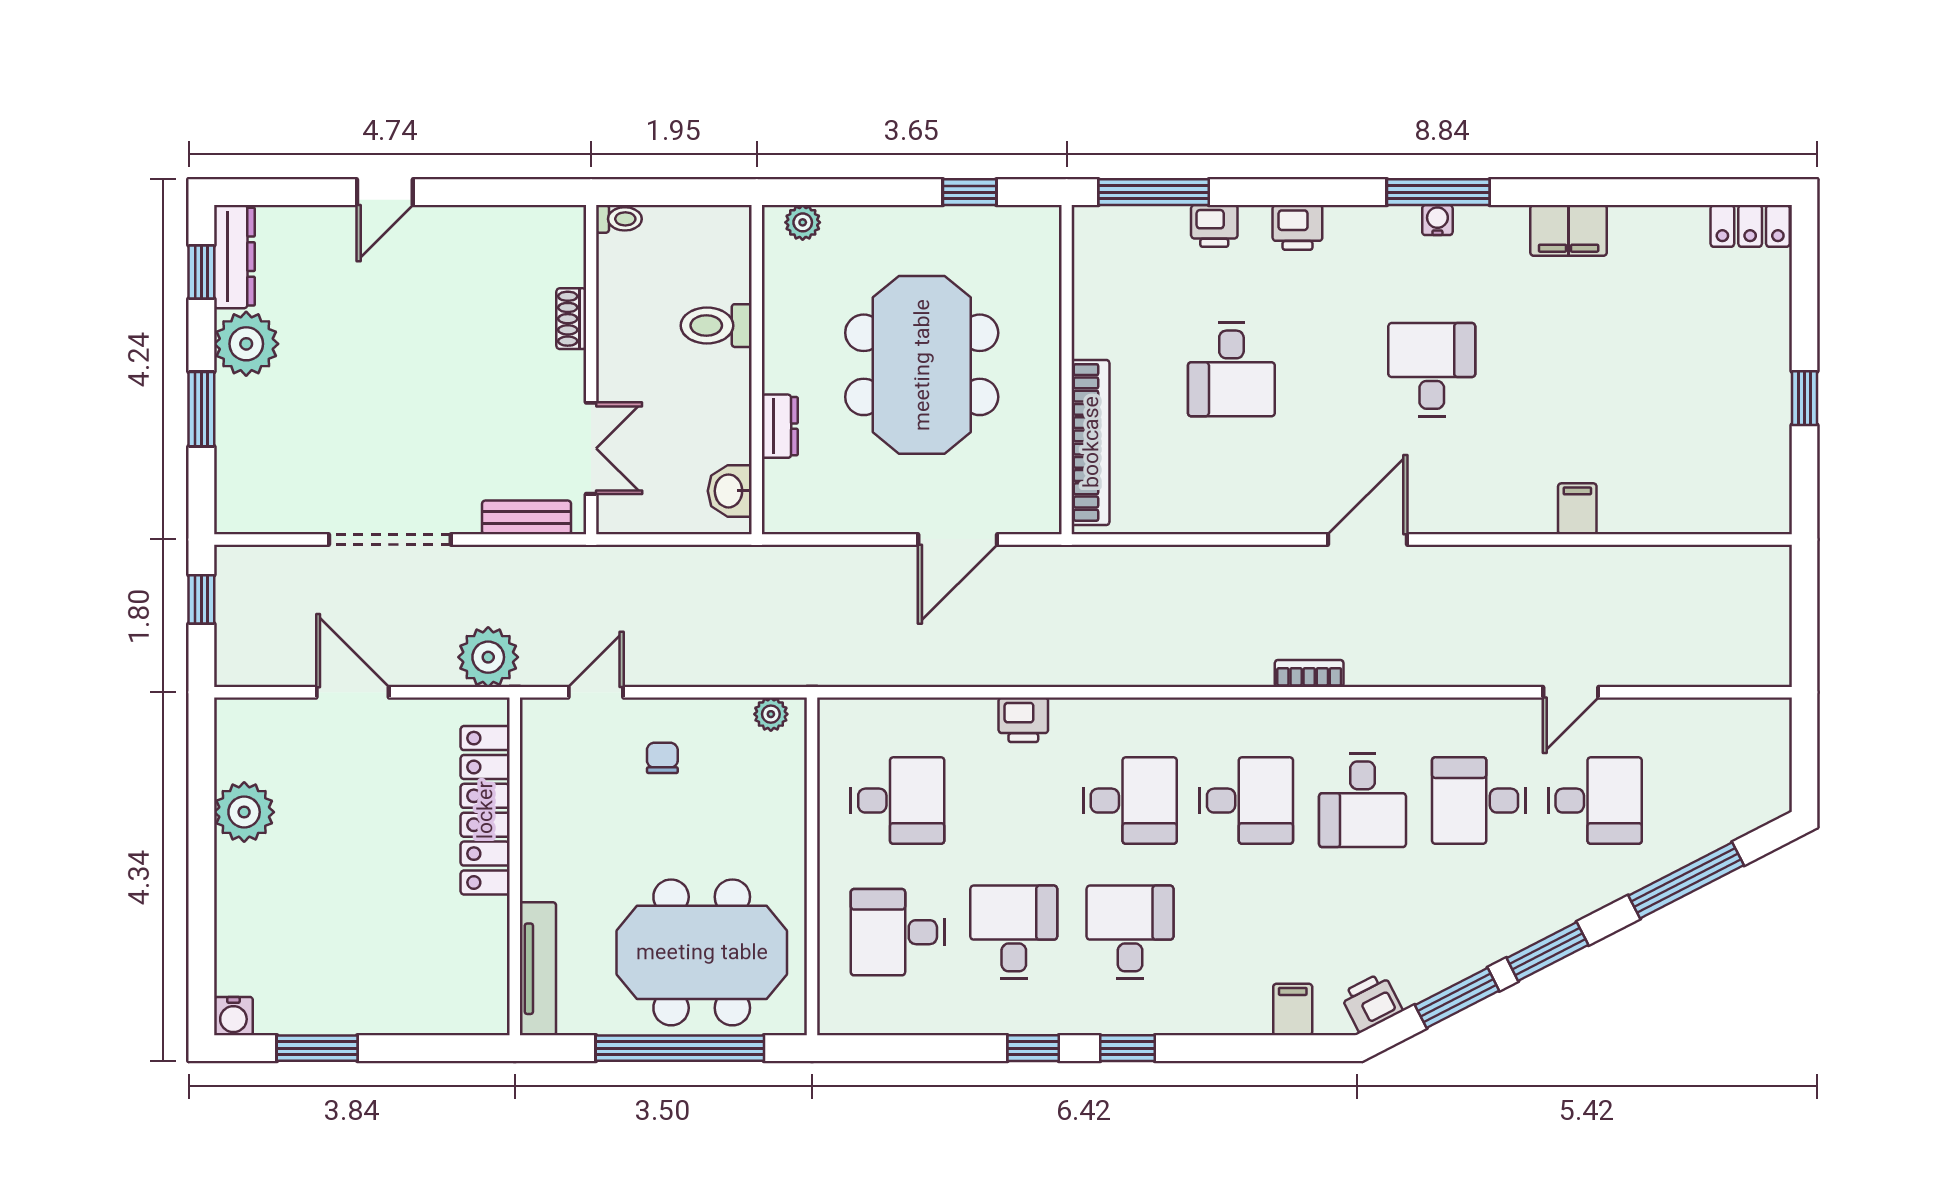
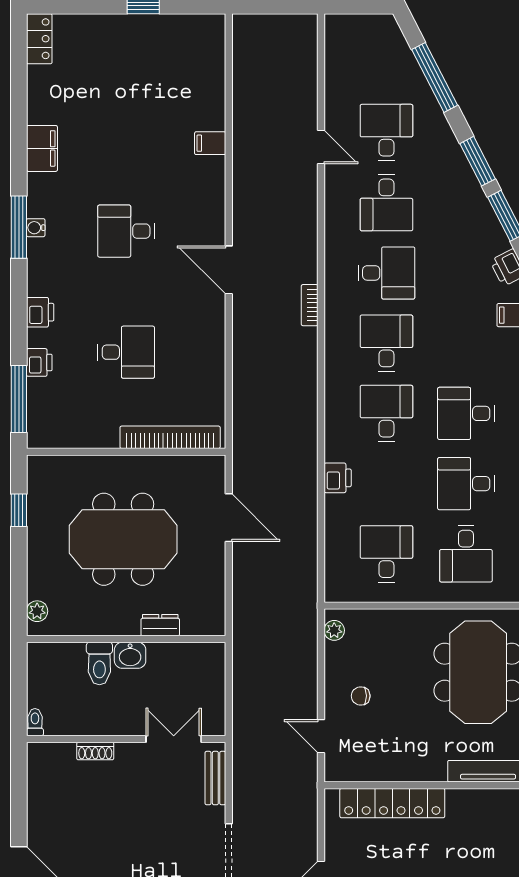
washbasin: (730, 491) -> (130, 655), moved
plant: (488, 657) -> (300, 801), removed

